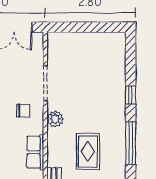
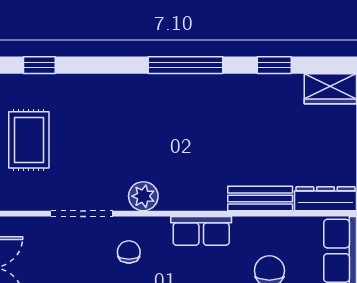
window: (131, 95) -> (39, 65), moved
rug: (88, 152) -> (29, 140), moved, turned 90

